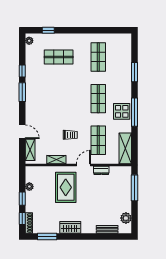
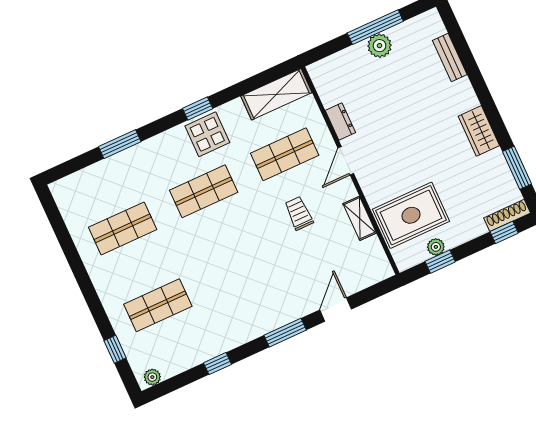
shop shelf: (59, 57) -> (158, 305), turned 90
window: (22, 92) -> (285, 333), moved
window: (135, 112) -> (198, 109), width x0.46
shelving: (30, 150) -> (364, 278), removed
door: (83, 165) -> (346, 161), hinge flipped
rug: (66, 187) -> (411, 215), moved
window: (135, 188) -> (375, 27), moved
window: (22, 199) -> (440, 262), moved
plant: (126, 218) -> (380, 46), moved

